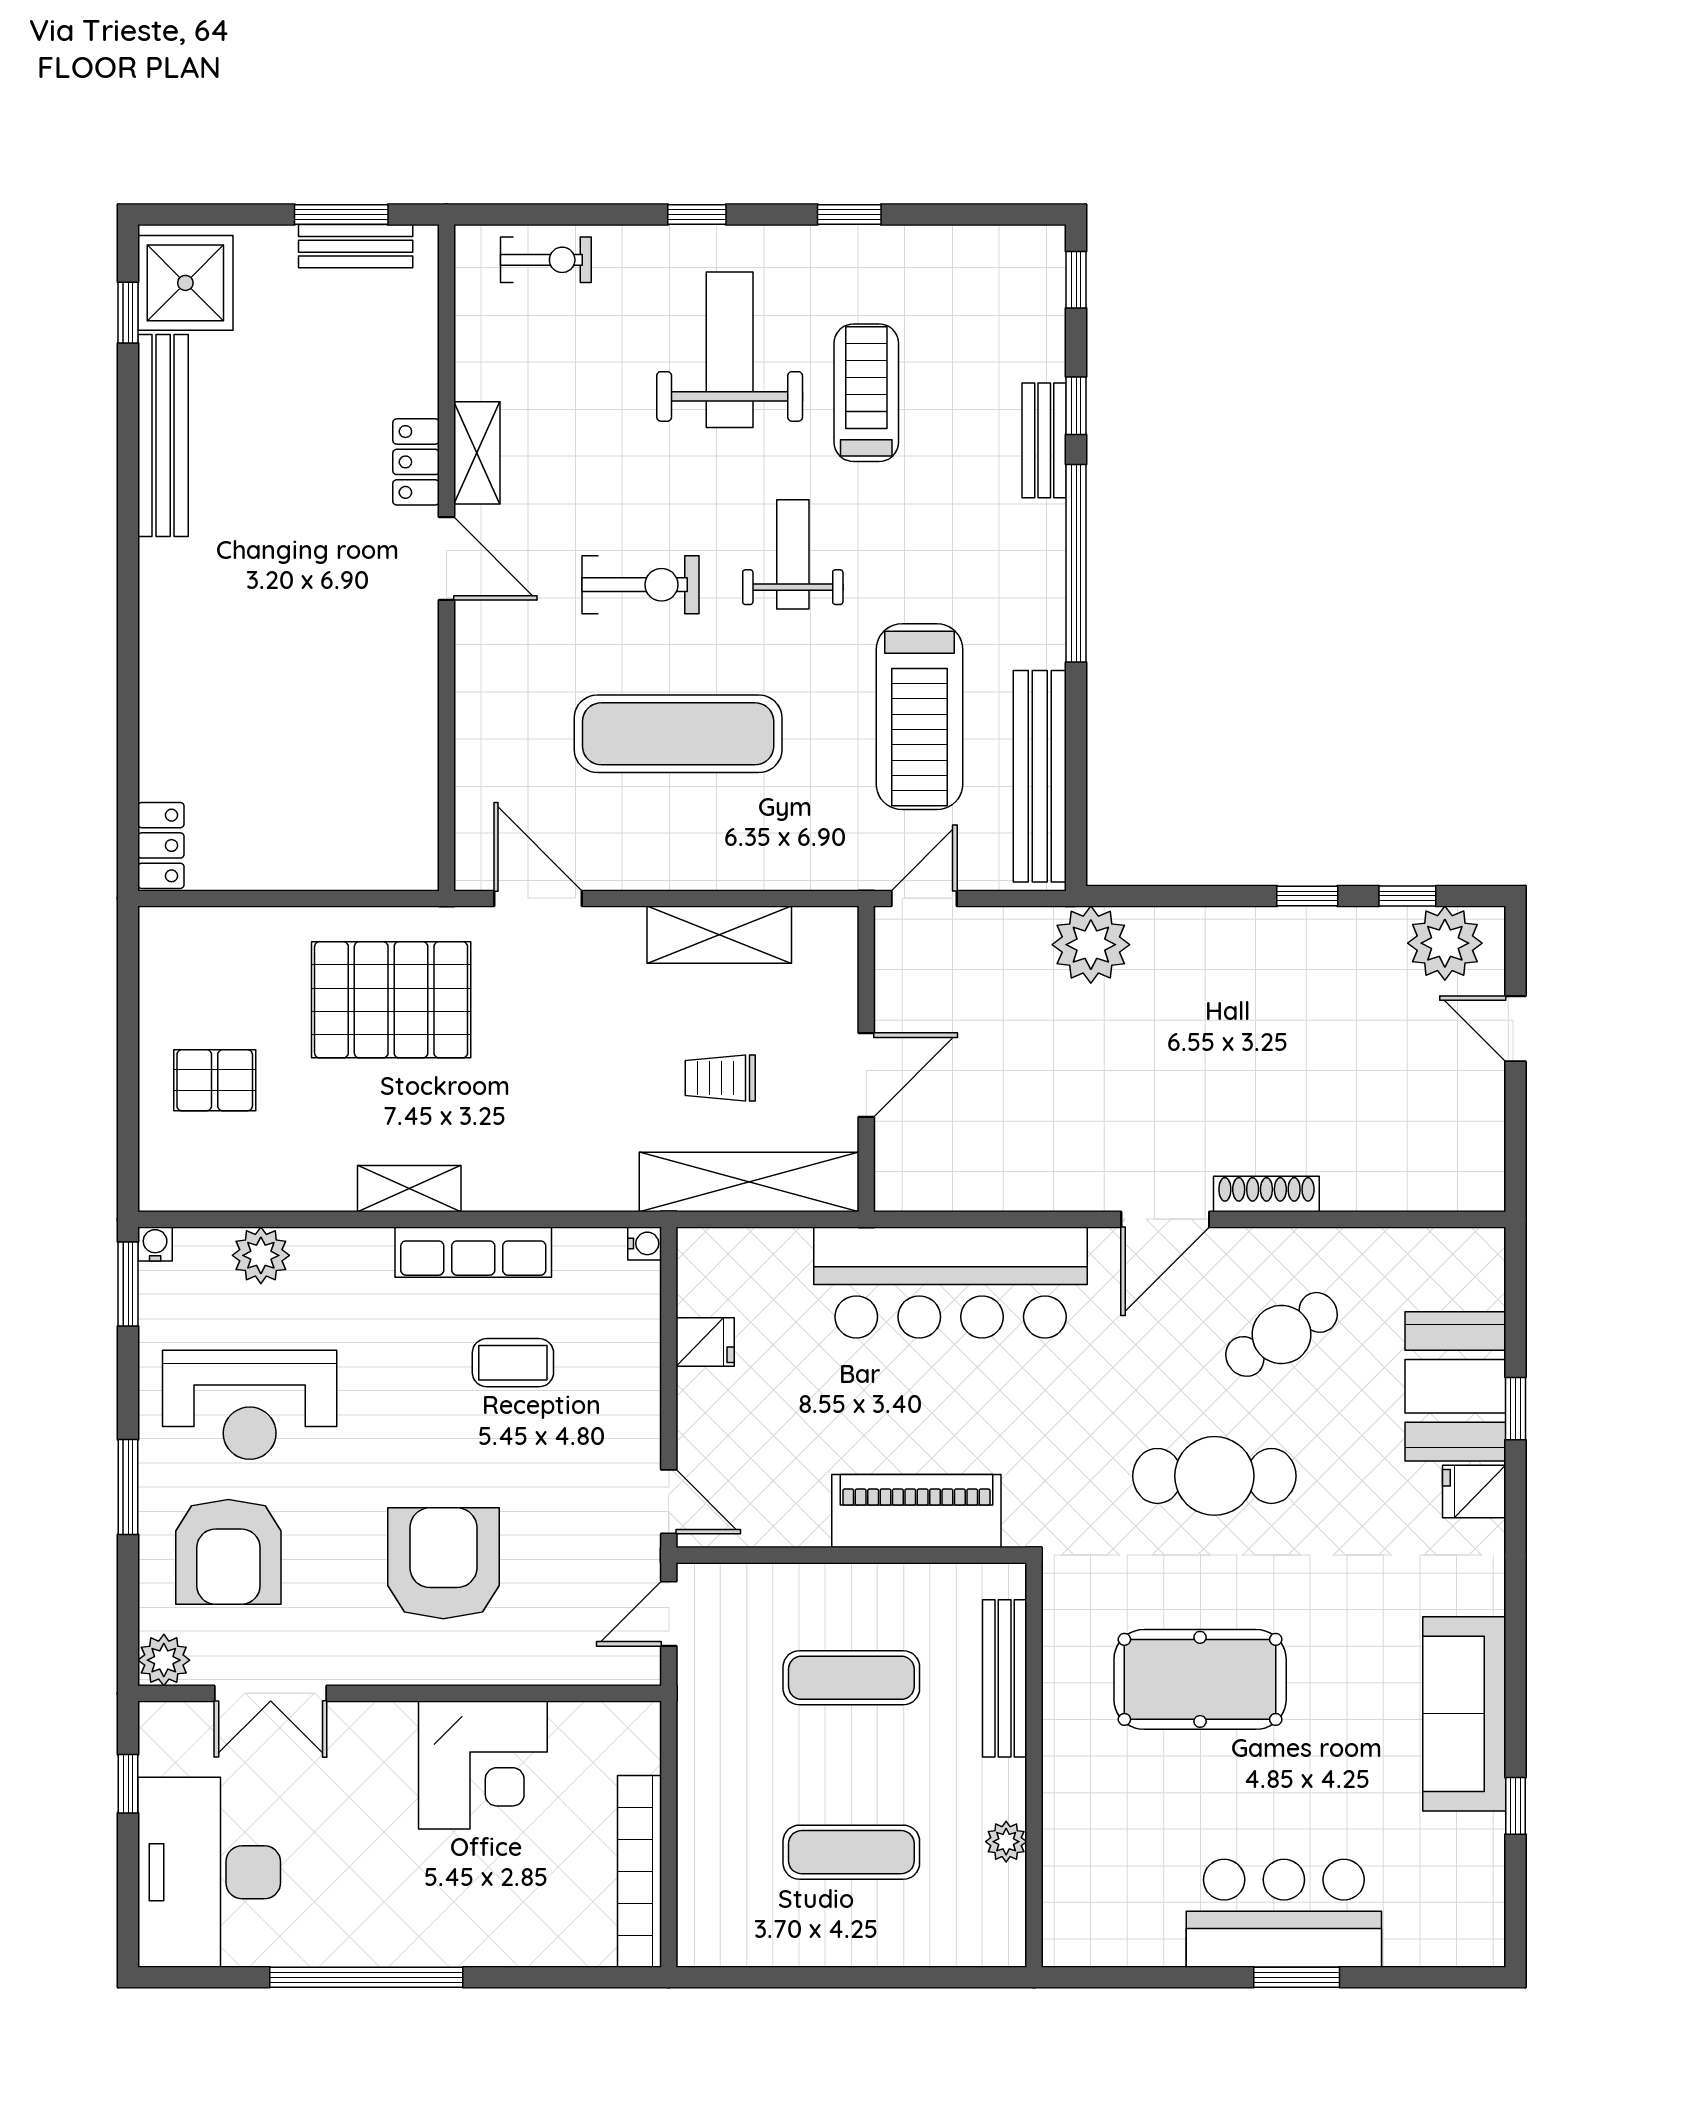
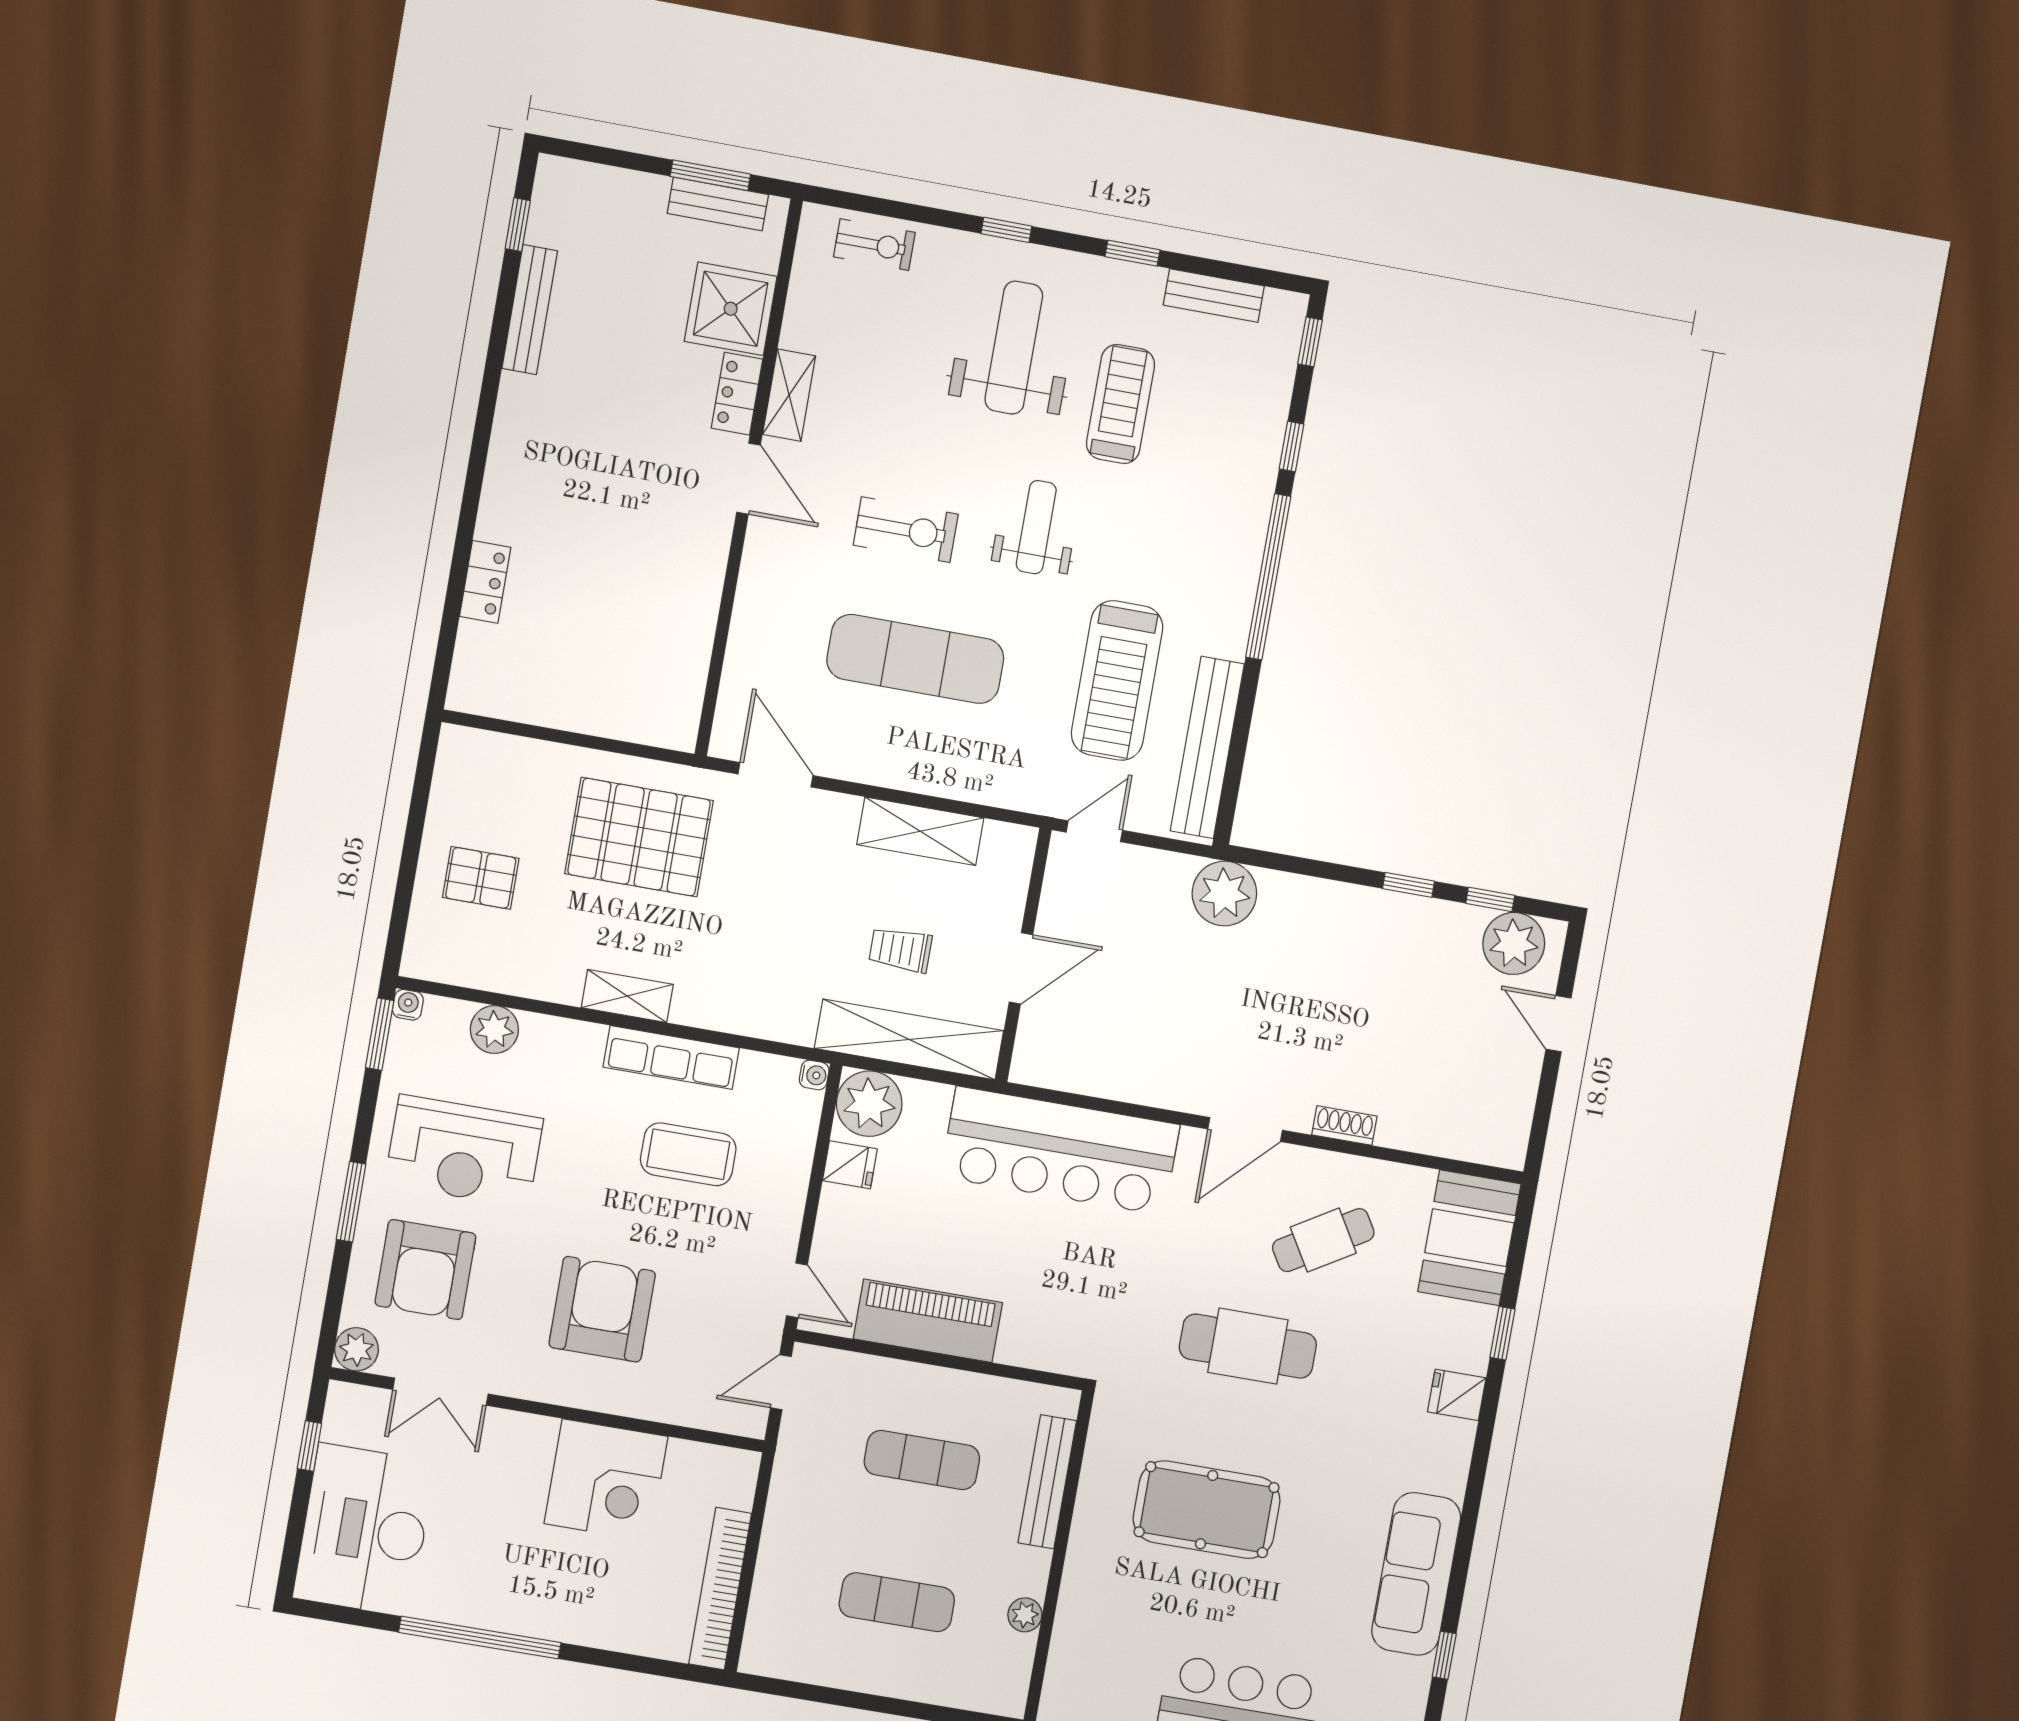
shower: (185, 283) -> (731, 309), moved
bench: (163, 436) -> (530, 310), width x0.73, depth x0.82
bench: (1044, 440) -> (1214, 296), moved, turned 90
locker: (161, 845) -> (485, 582), moved
shoe rack: (1266, 1194) -> (1344, 1126), width x0.70
plant: (715, 1266) -> (869, 1104), added
coffee table: (513, 1363) -> (688, 1154), width x1.36, depth x1.30
booth: (1455, 1386) -> (1469, 1238), moved
piano: (916, 1511) -> (928, 1321), moved

